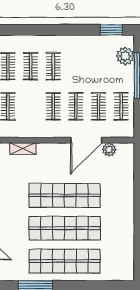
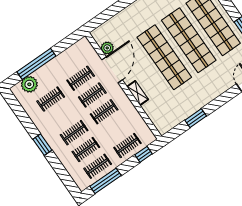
window: (111, 30) -> (42, 145), moved
clothes rail: (121, 106) -> (51, 99), moved
door: (86, 140) -> (112, 70), hinge flipped
shelving: (23, 149) -> (138, 93), moved

